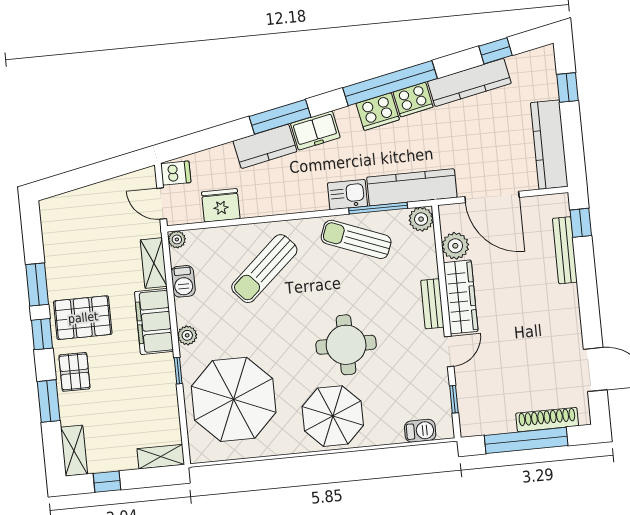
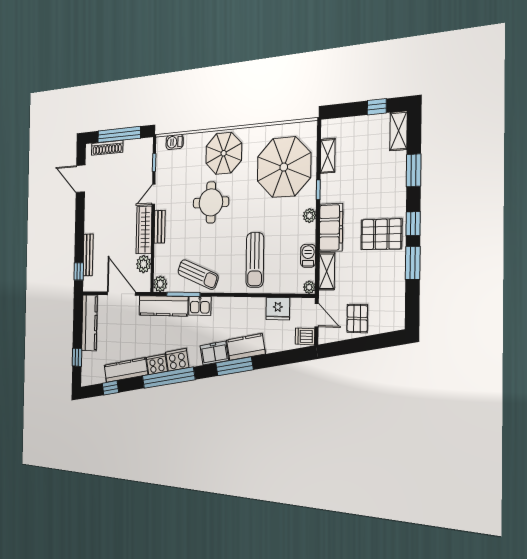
sun lounger: (264, 269) -> (255, 260), turned 132
pallet: (74, 372) -> (357, 319), moved
shelving: (161, 457) -> (328, 156), moved, turned 90

